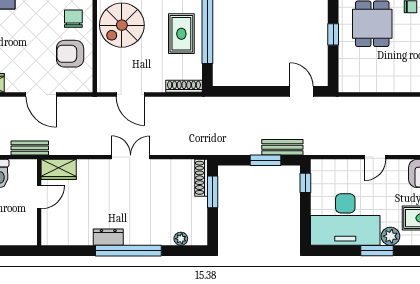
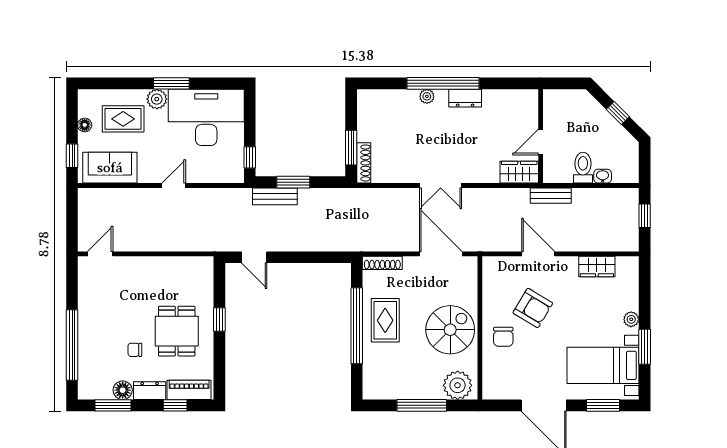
armchair: (70, 54) -> (533, 308), moved, turned 31
door: (130, 95) -> (441, 254), width x1.36
plant: (181, 239) -> (427, 96), moved

